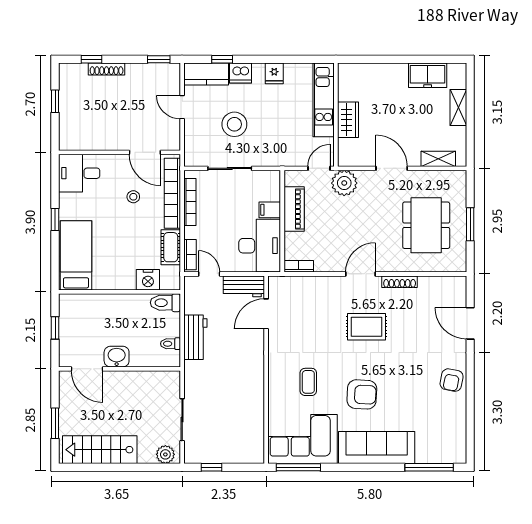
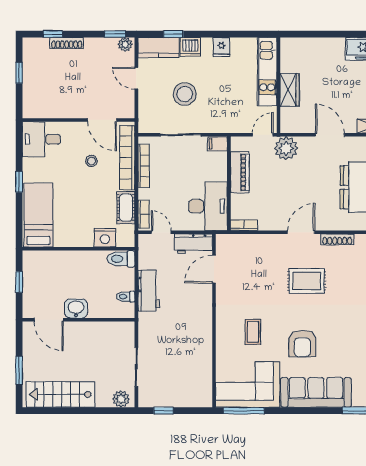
plant: (170, 70) -> (125, 44), added
filing cabinet: (270, 210) -> (217, 144), moved
armchair: (362, 394) -> (302, 343), turned 87

